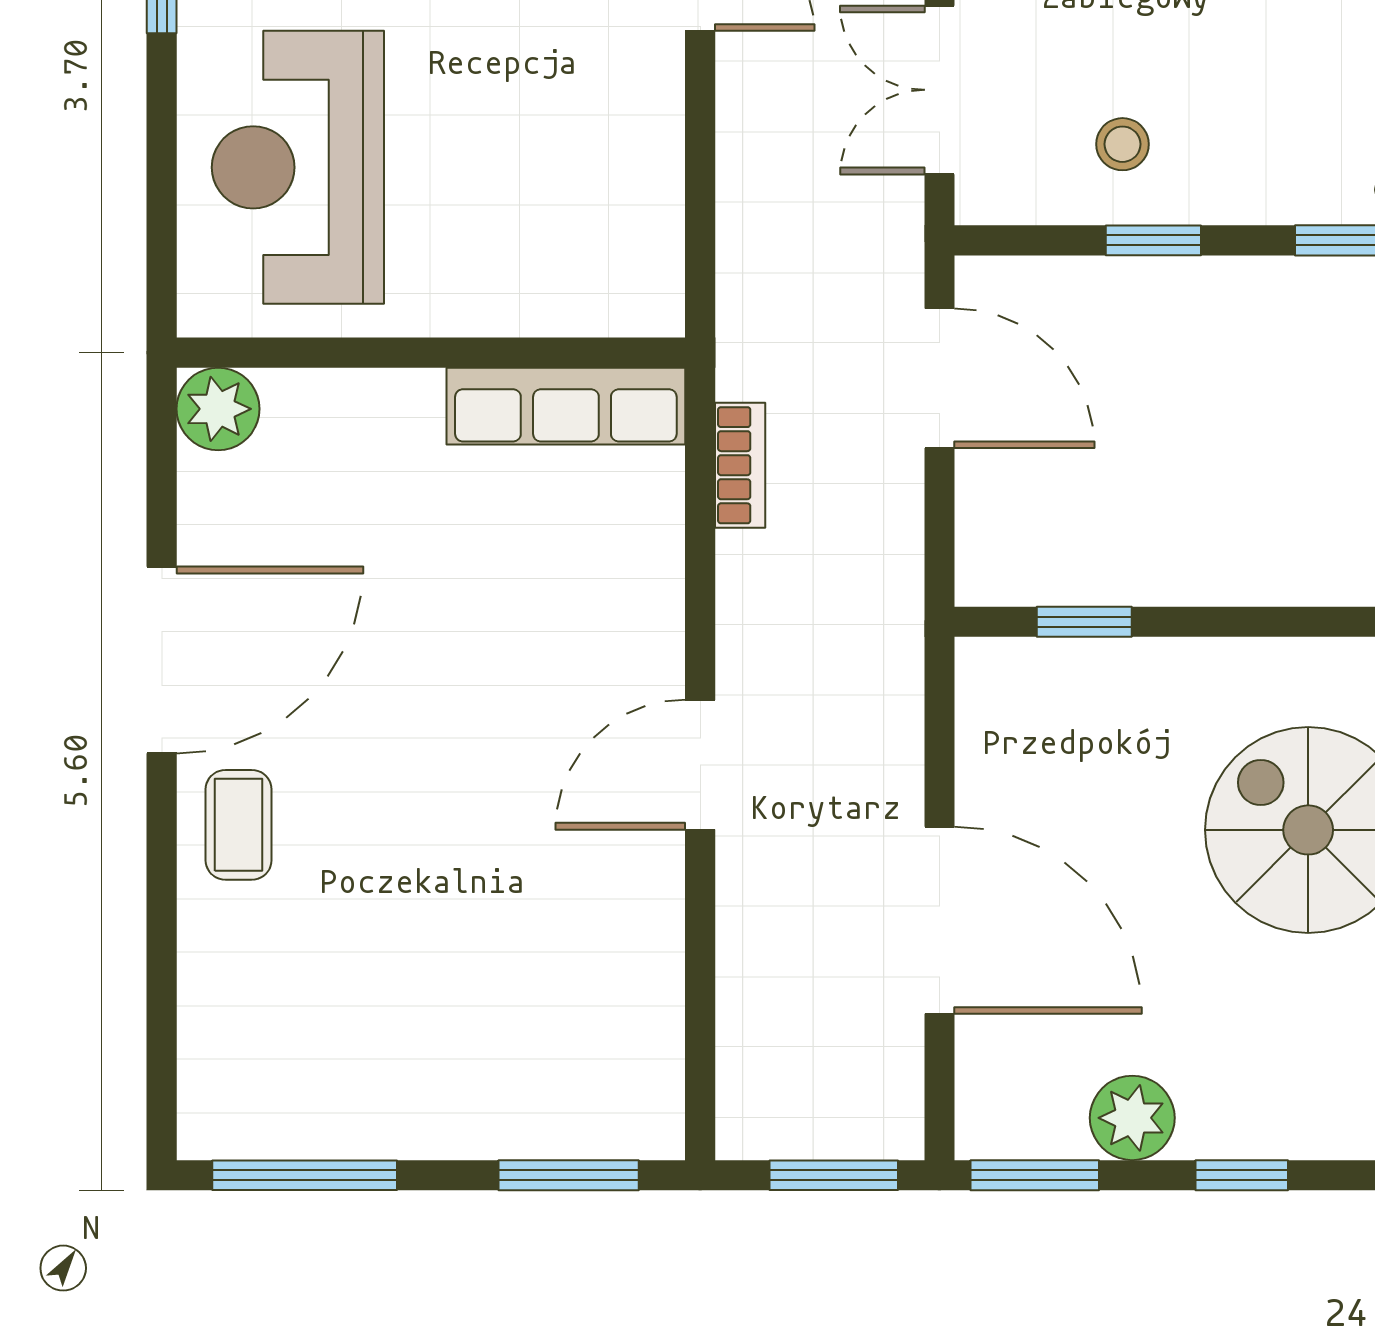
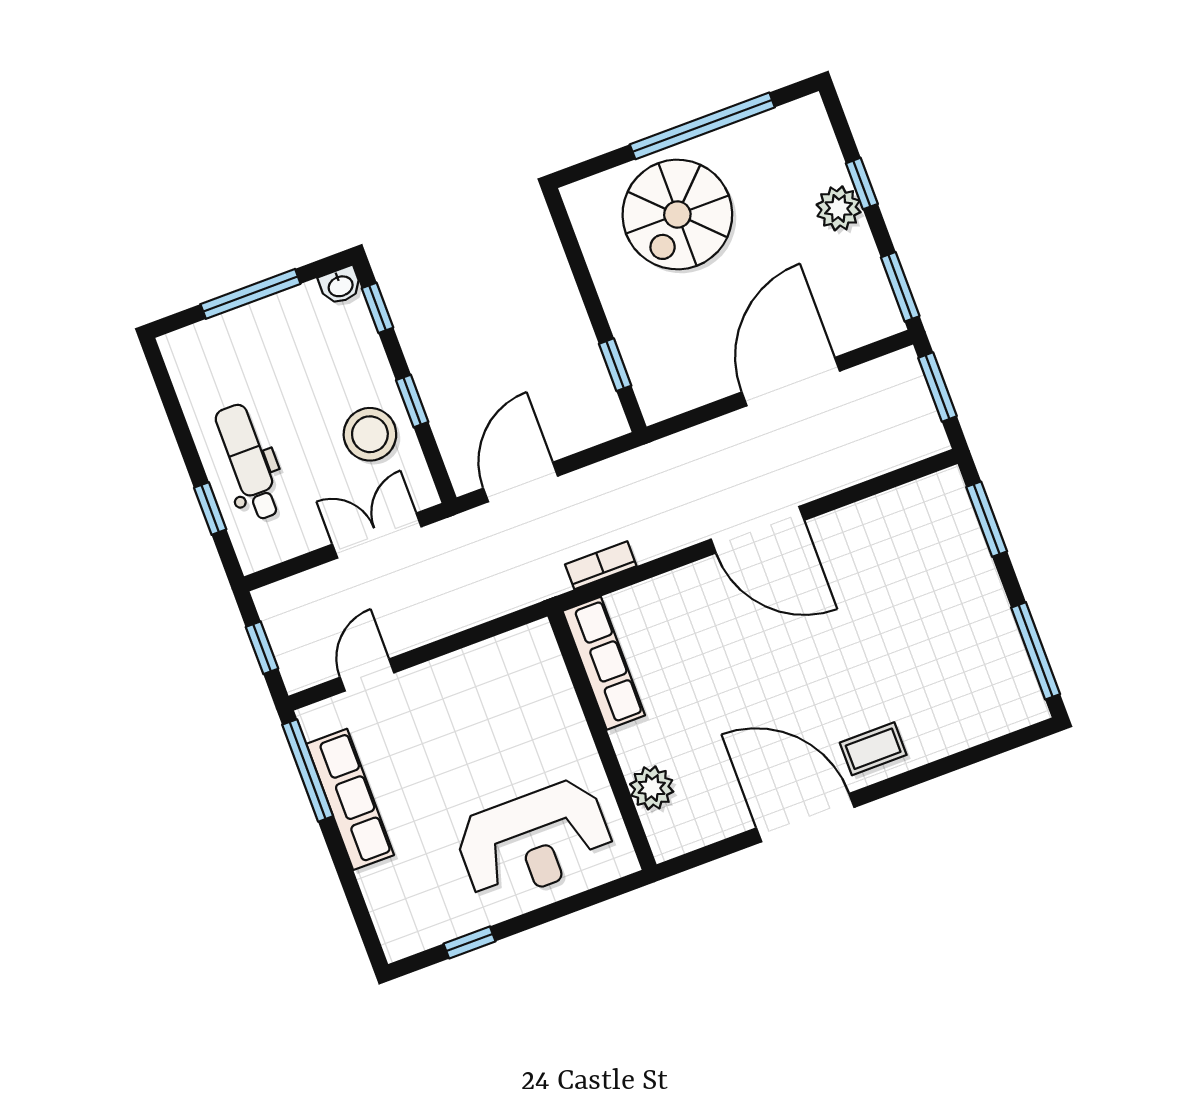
double door: (939, 90) -> (377, 536), swing flipped
stool: (1122, 144) -> (370, 434), width x1.89, depth x1.89
plant: (218, 409) -> (652, 788), moved
door: (700, 765) -> (758, 530), width x1.36
plant: (1132, 1118) -> (839, 208), moved

